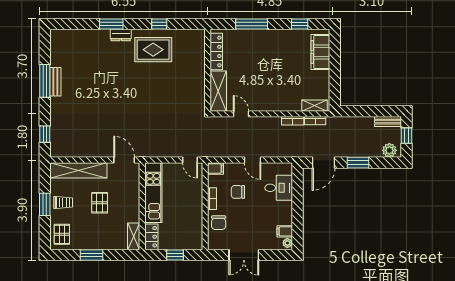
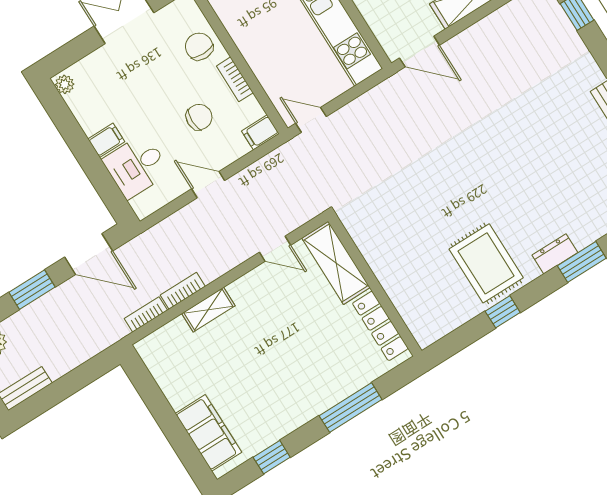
rug: (153, 50) -> (486, 263), turned 90
shelving: (314, 106) -> (208, 310), moved
door: (324, 163) -> (89, 254), swing flipped
filing cabinet: (285, 231) -> (106, 140), moved

